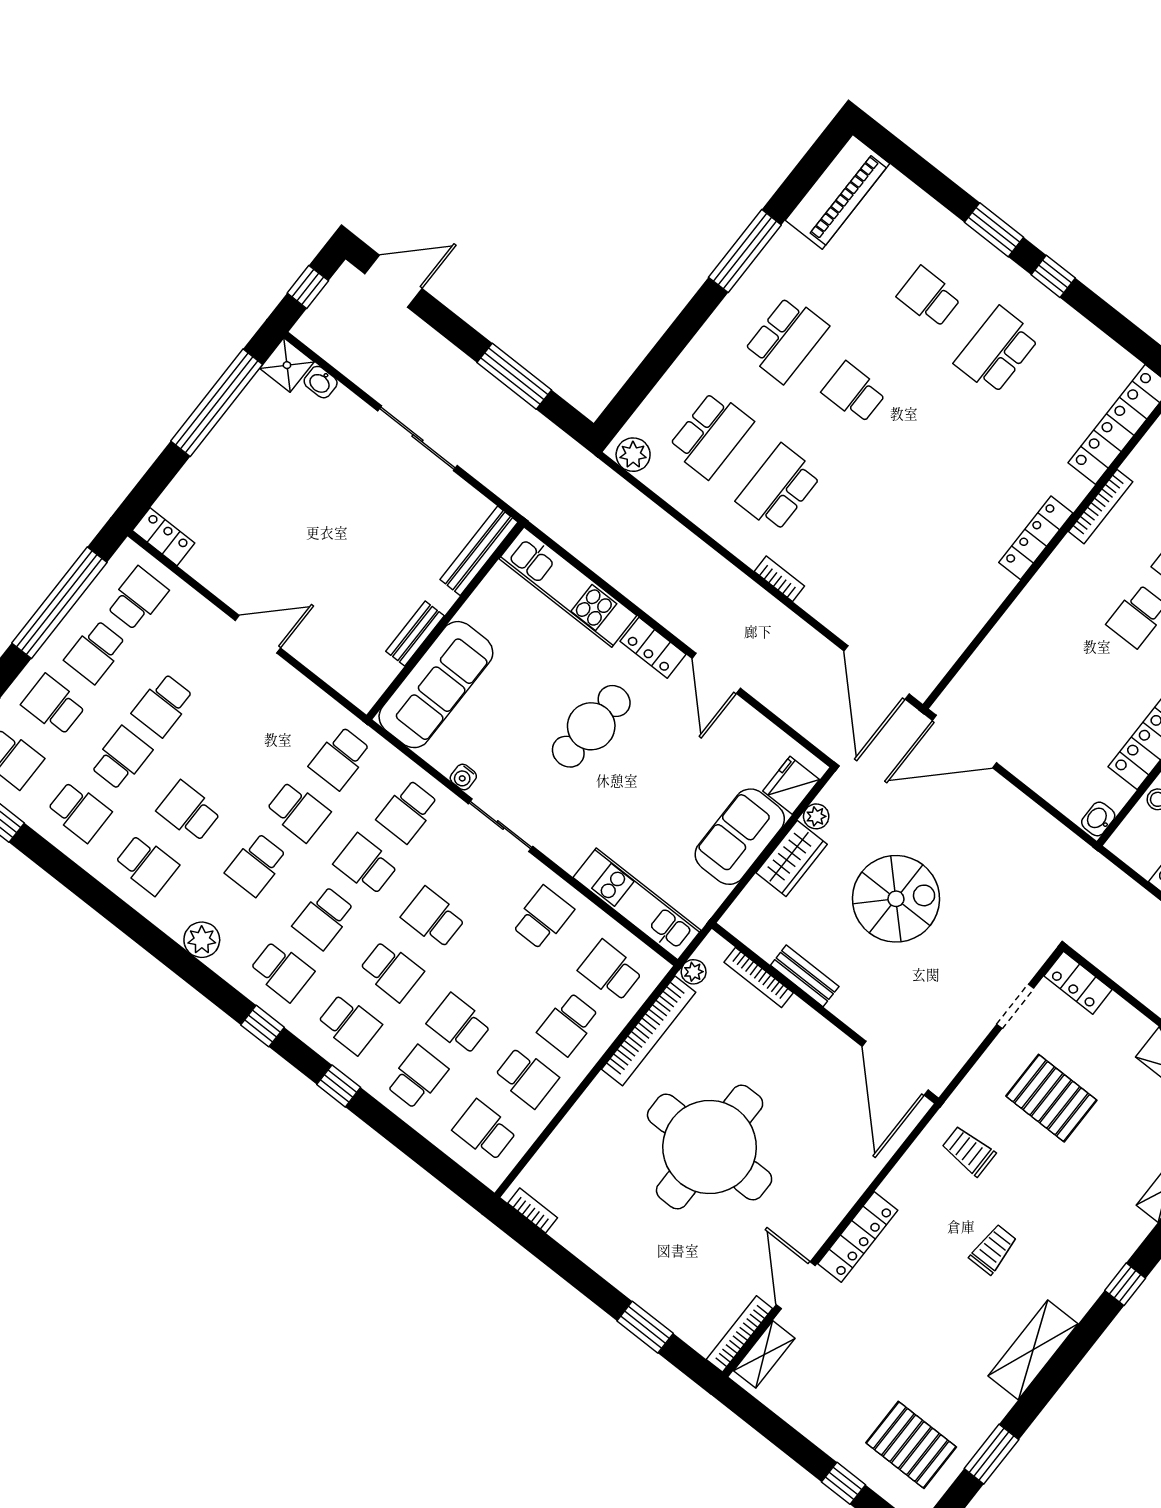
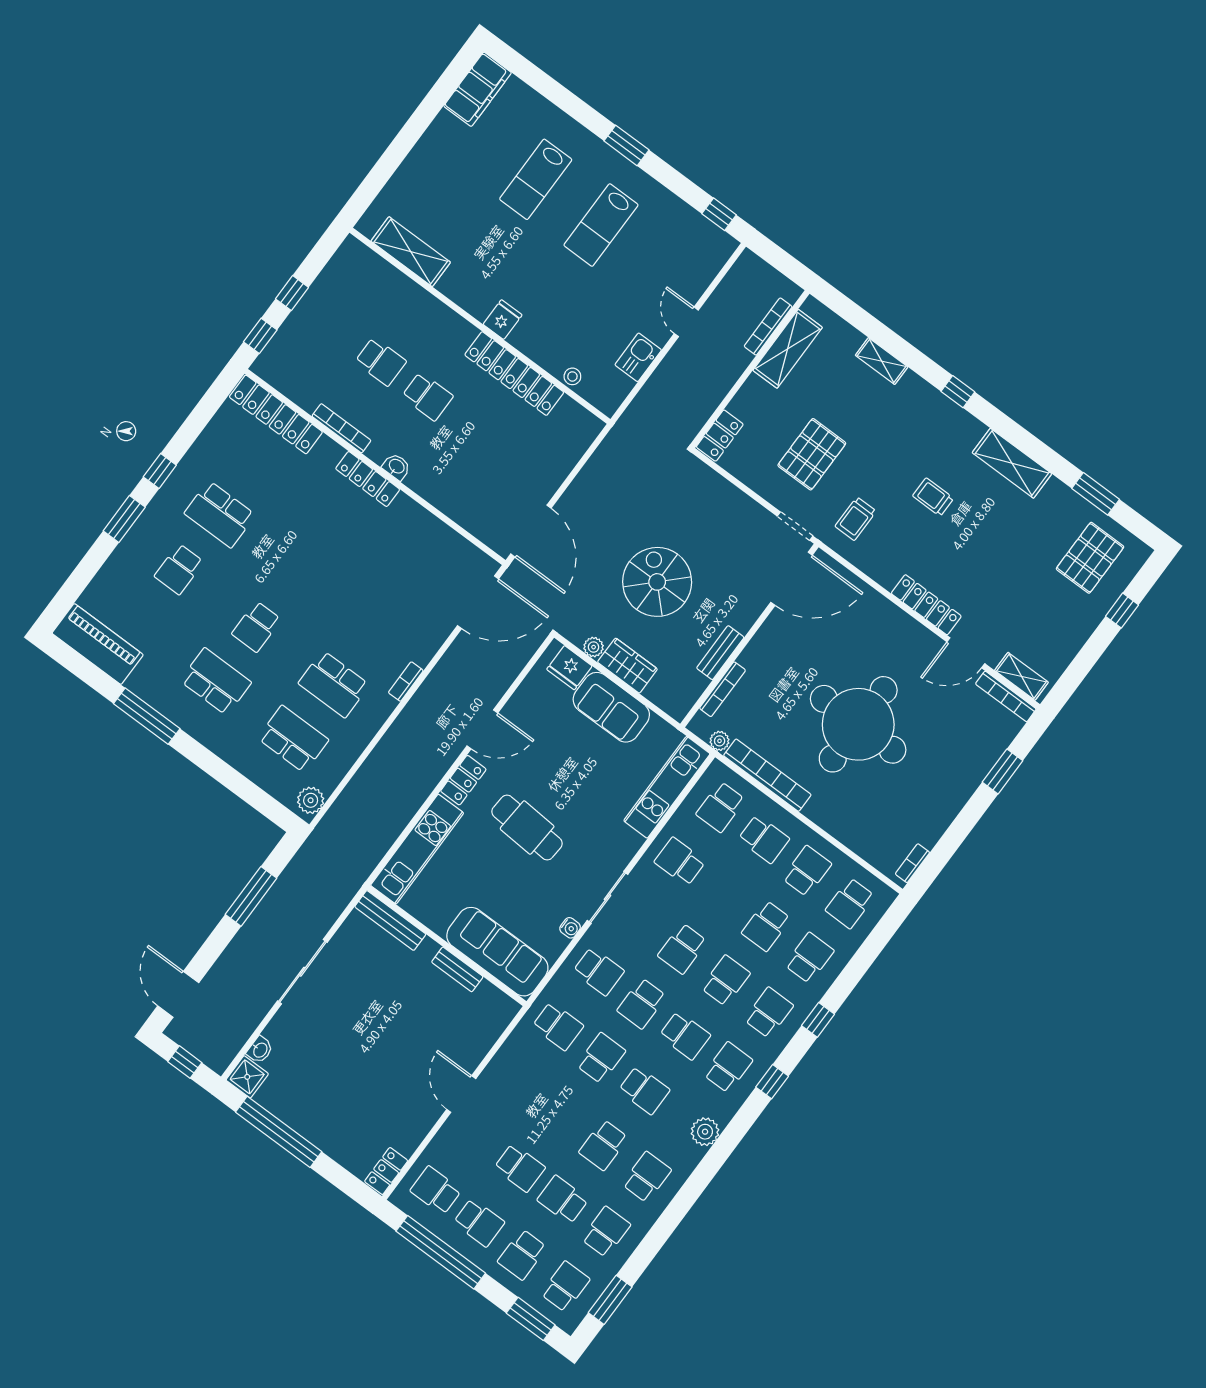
washbasin: (1098, 819) -> (396, 467), moved, turned 180
doorway: (1015, 1006) -> (795, 526), moved
school desk: (417, 1077) -> (809, 958), turned 90

